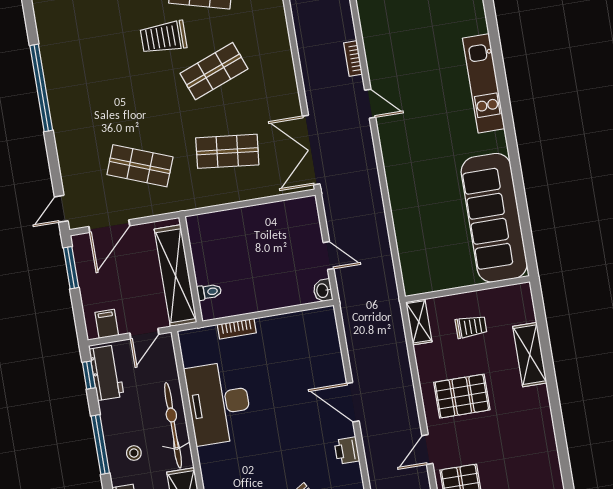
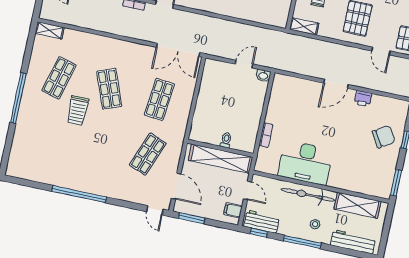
toilet: (209, 292) -> (226, 140), moved

